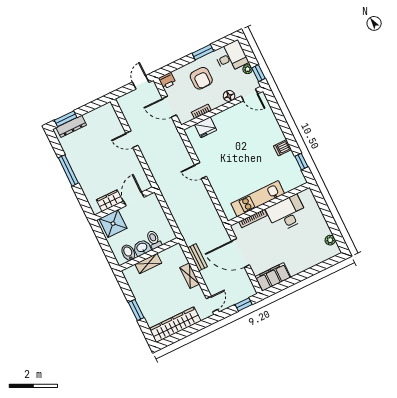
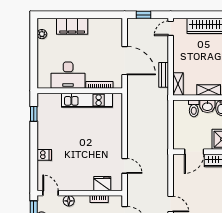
dishwasher: (283, 148) -> (44, 155), moved
door: (201, 171) -> (125, 166), moved
shelving: (190, 276) -> (178, 84), moved
filing cabinet: (273, 277) -> (72, 26), moved

